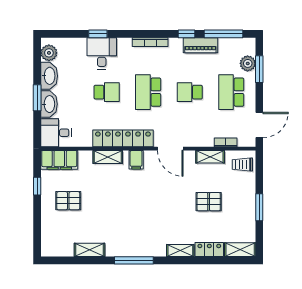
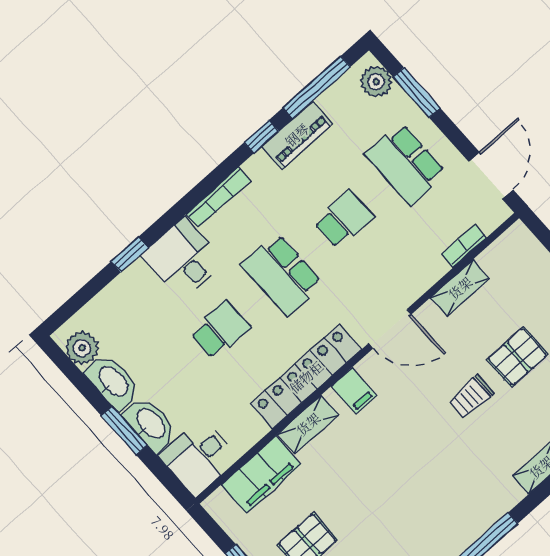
desk: (102, 53) -> (183, 259), moved
plant: (248, 63) -> (376, 82), moved
school desk: (190, 92) -> (344, 219), turned 180
filing cabinet: (59, 160) -> (261, 475), moved
trolley: (242, 165) -> (471, 397), moved

